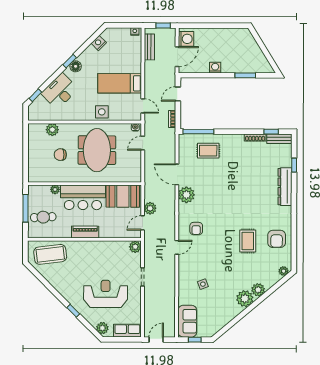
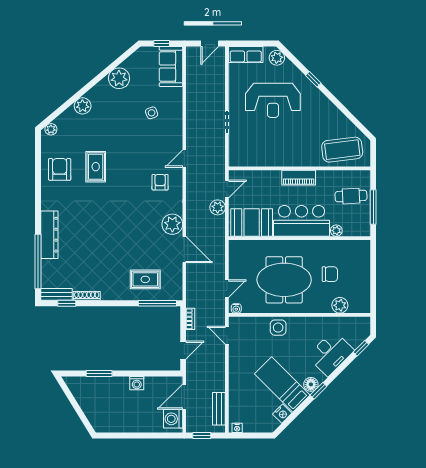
bed: (120, 83) -> (282, 385), moved, turned -135
meeting table: (97, 150) -> (284, 280), turned 90
window: (294, 165) -> (38, 261), width x3.17
plant: (135, 247) -> (236, 159), removed
plant: (245, 299) -> (119, 78), moved

